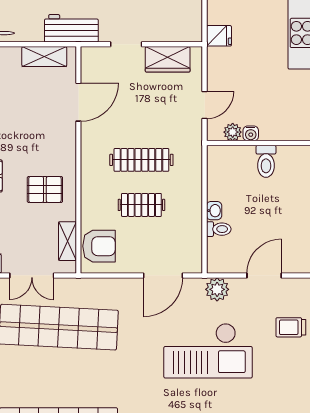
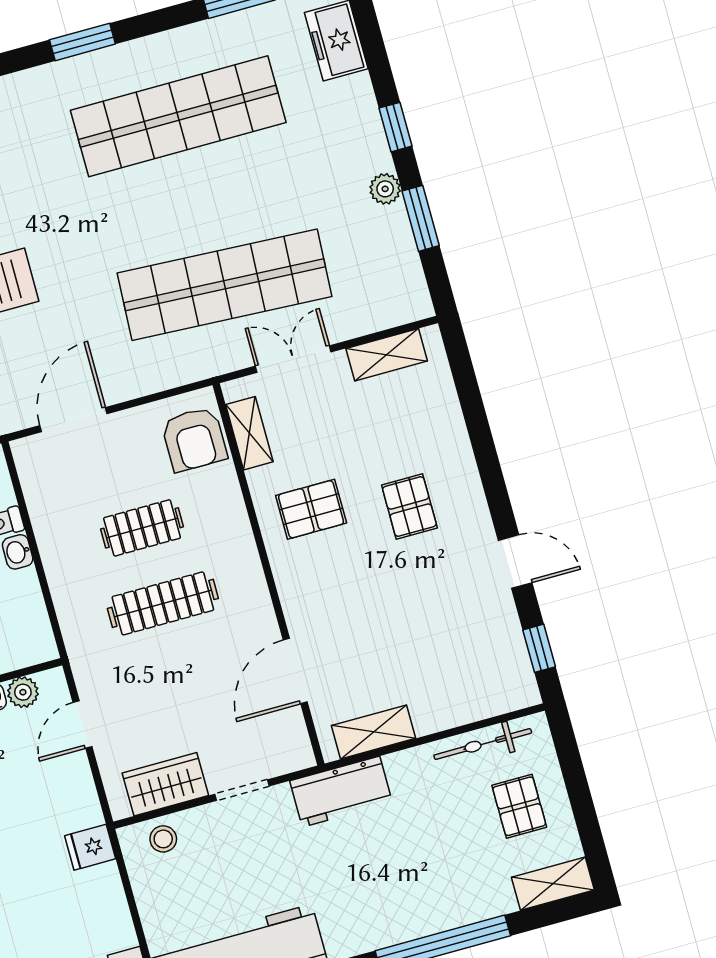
stool: (177, 29) -> (163, 839), added
armchair: (99, 246) -> (194, 439), turned -90

